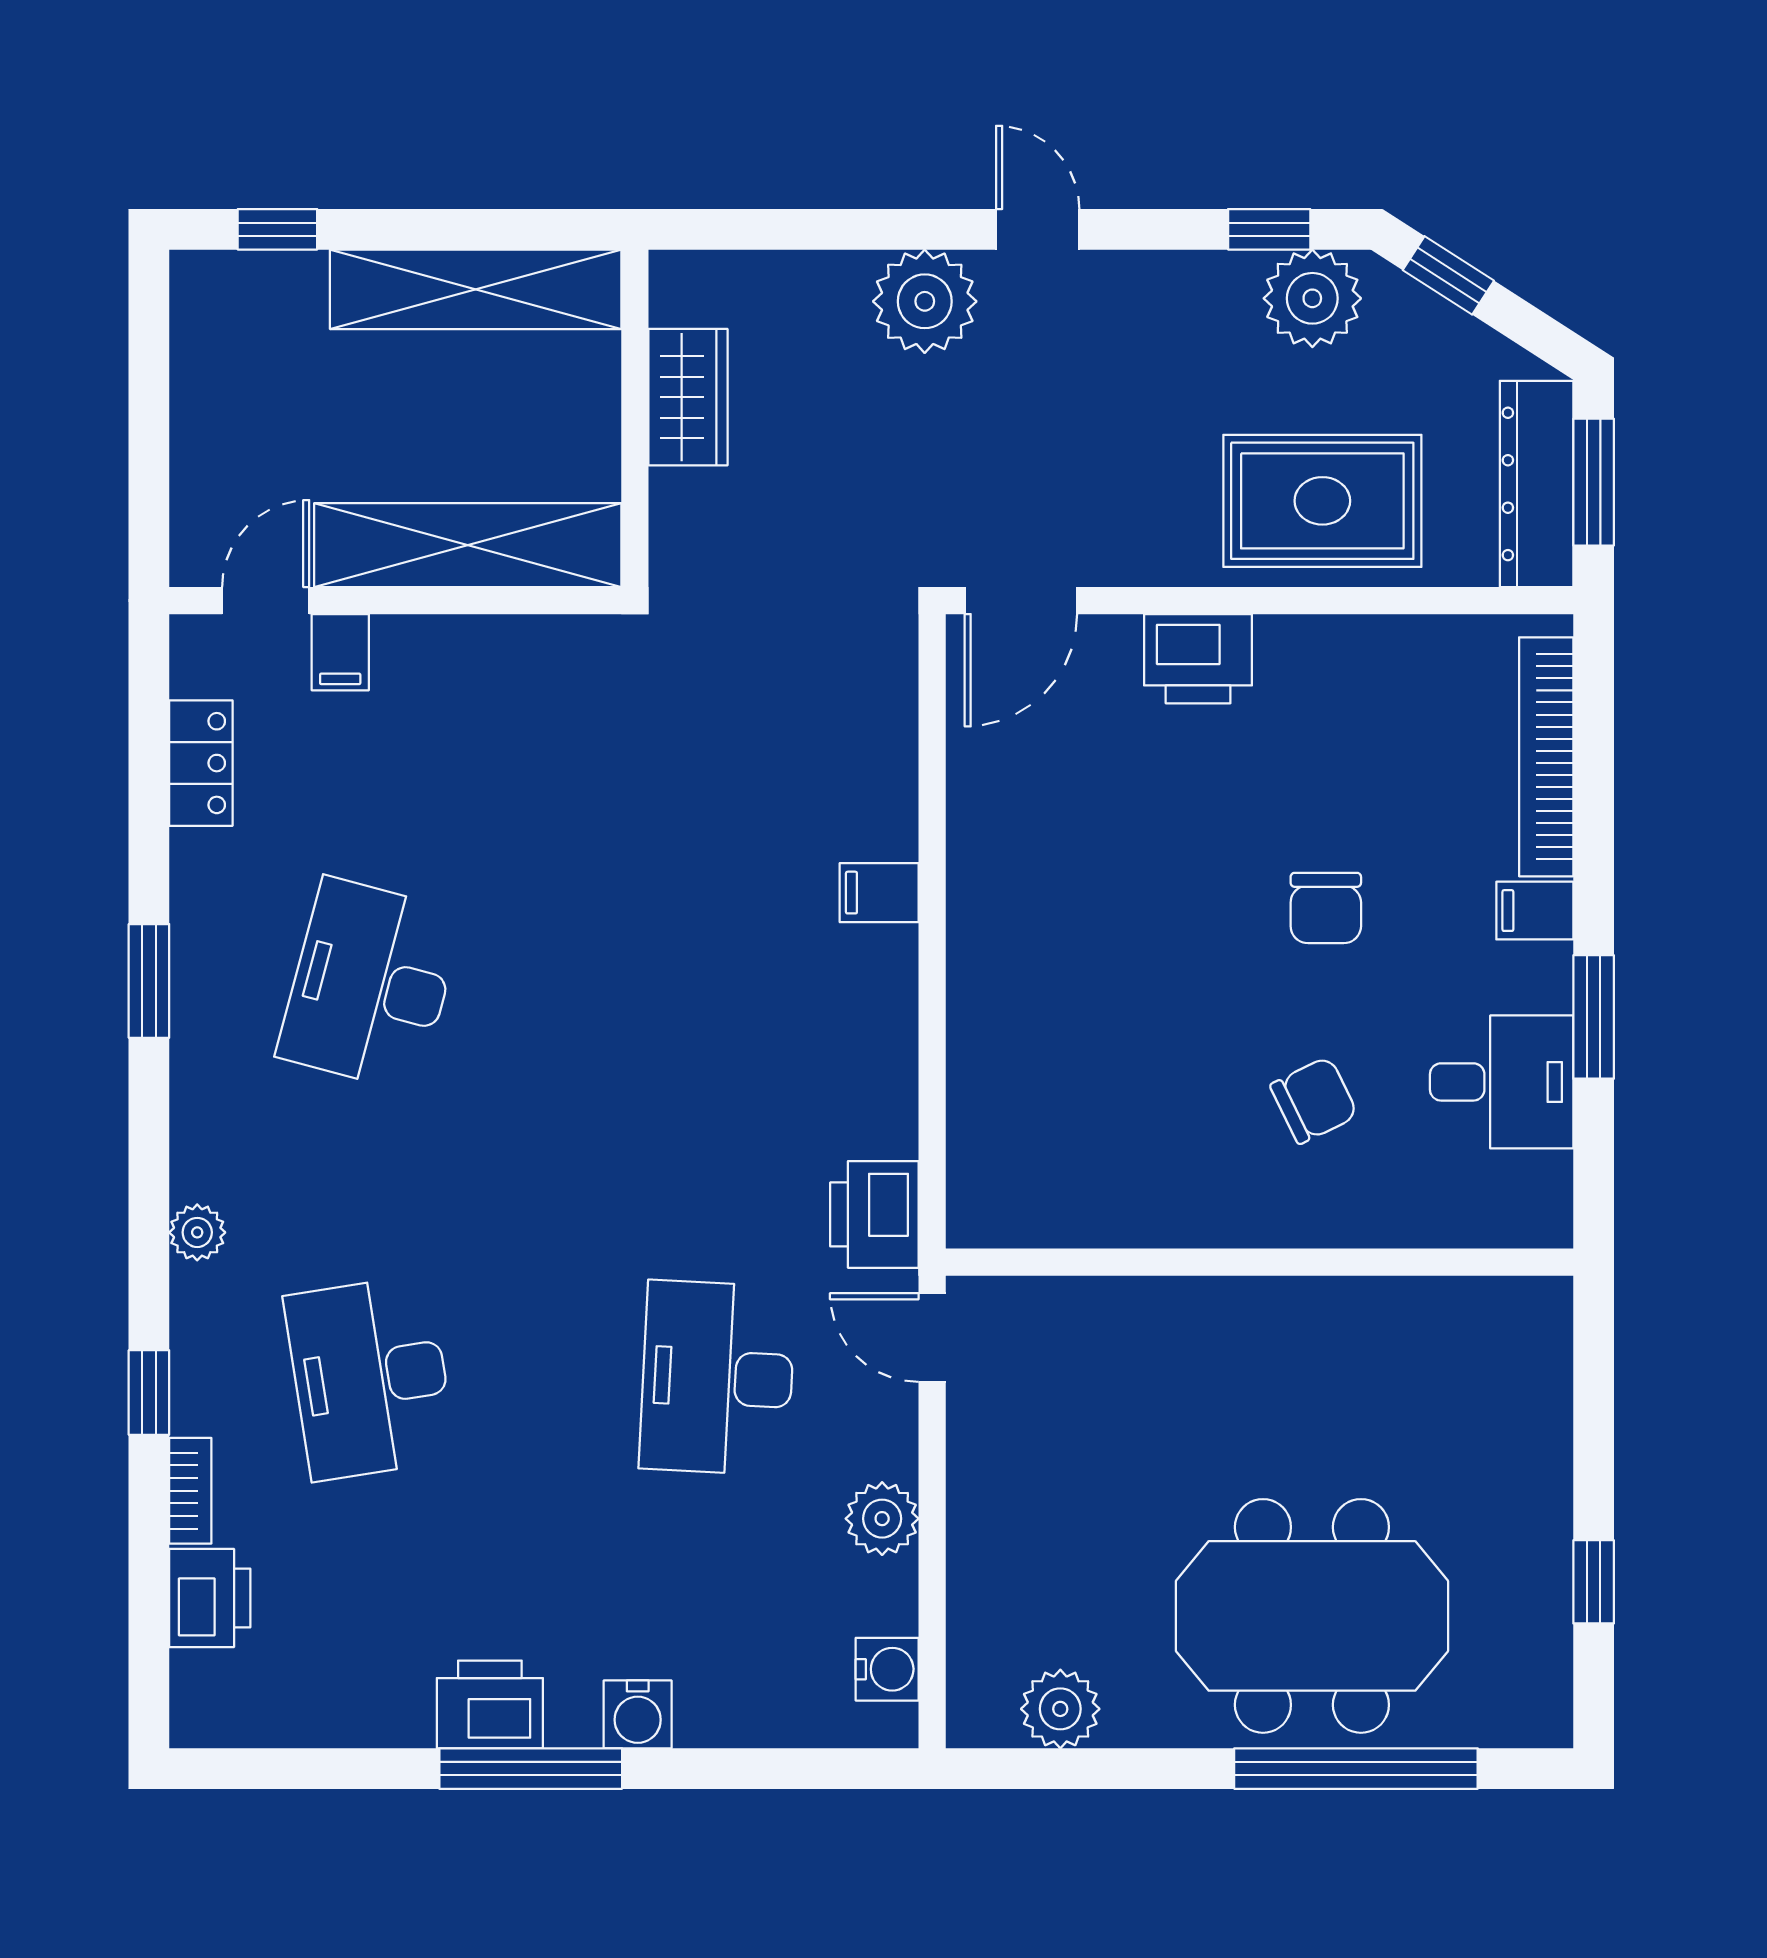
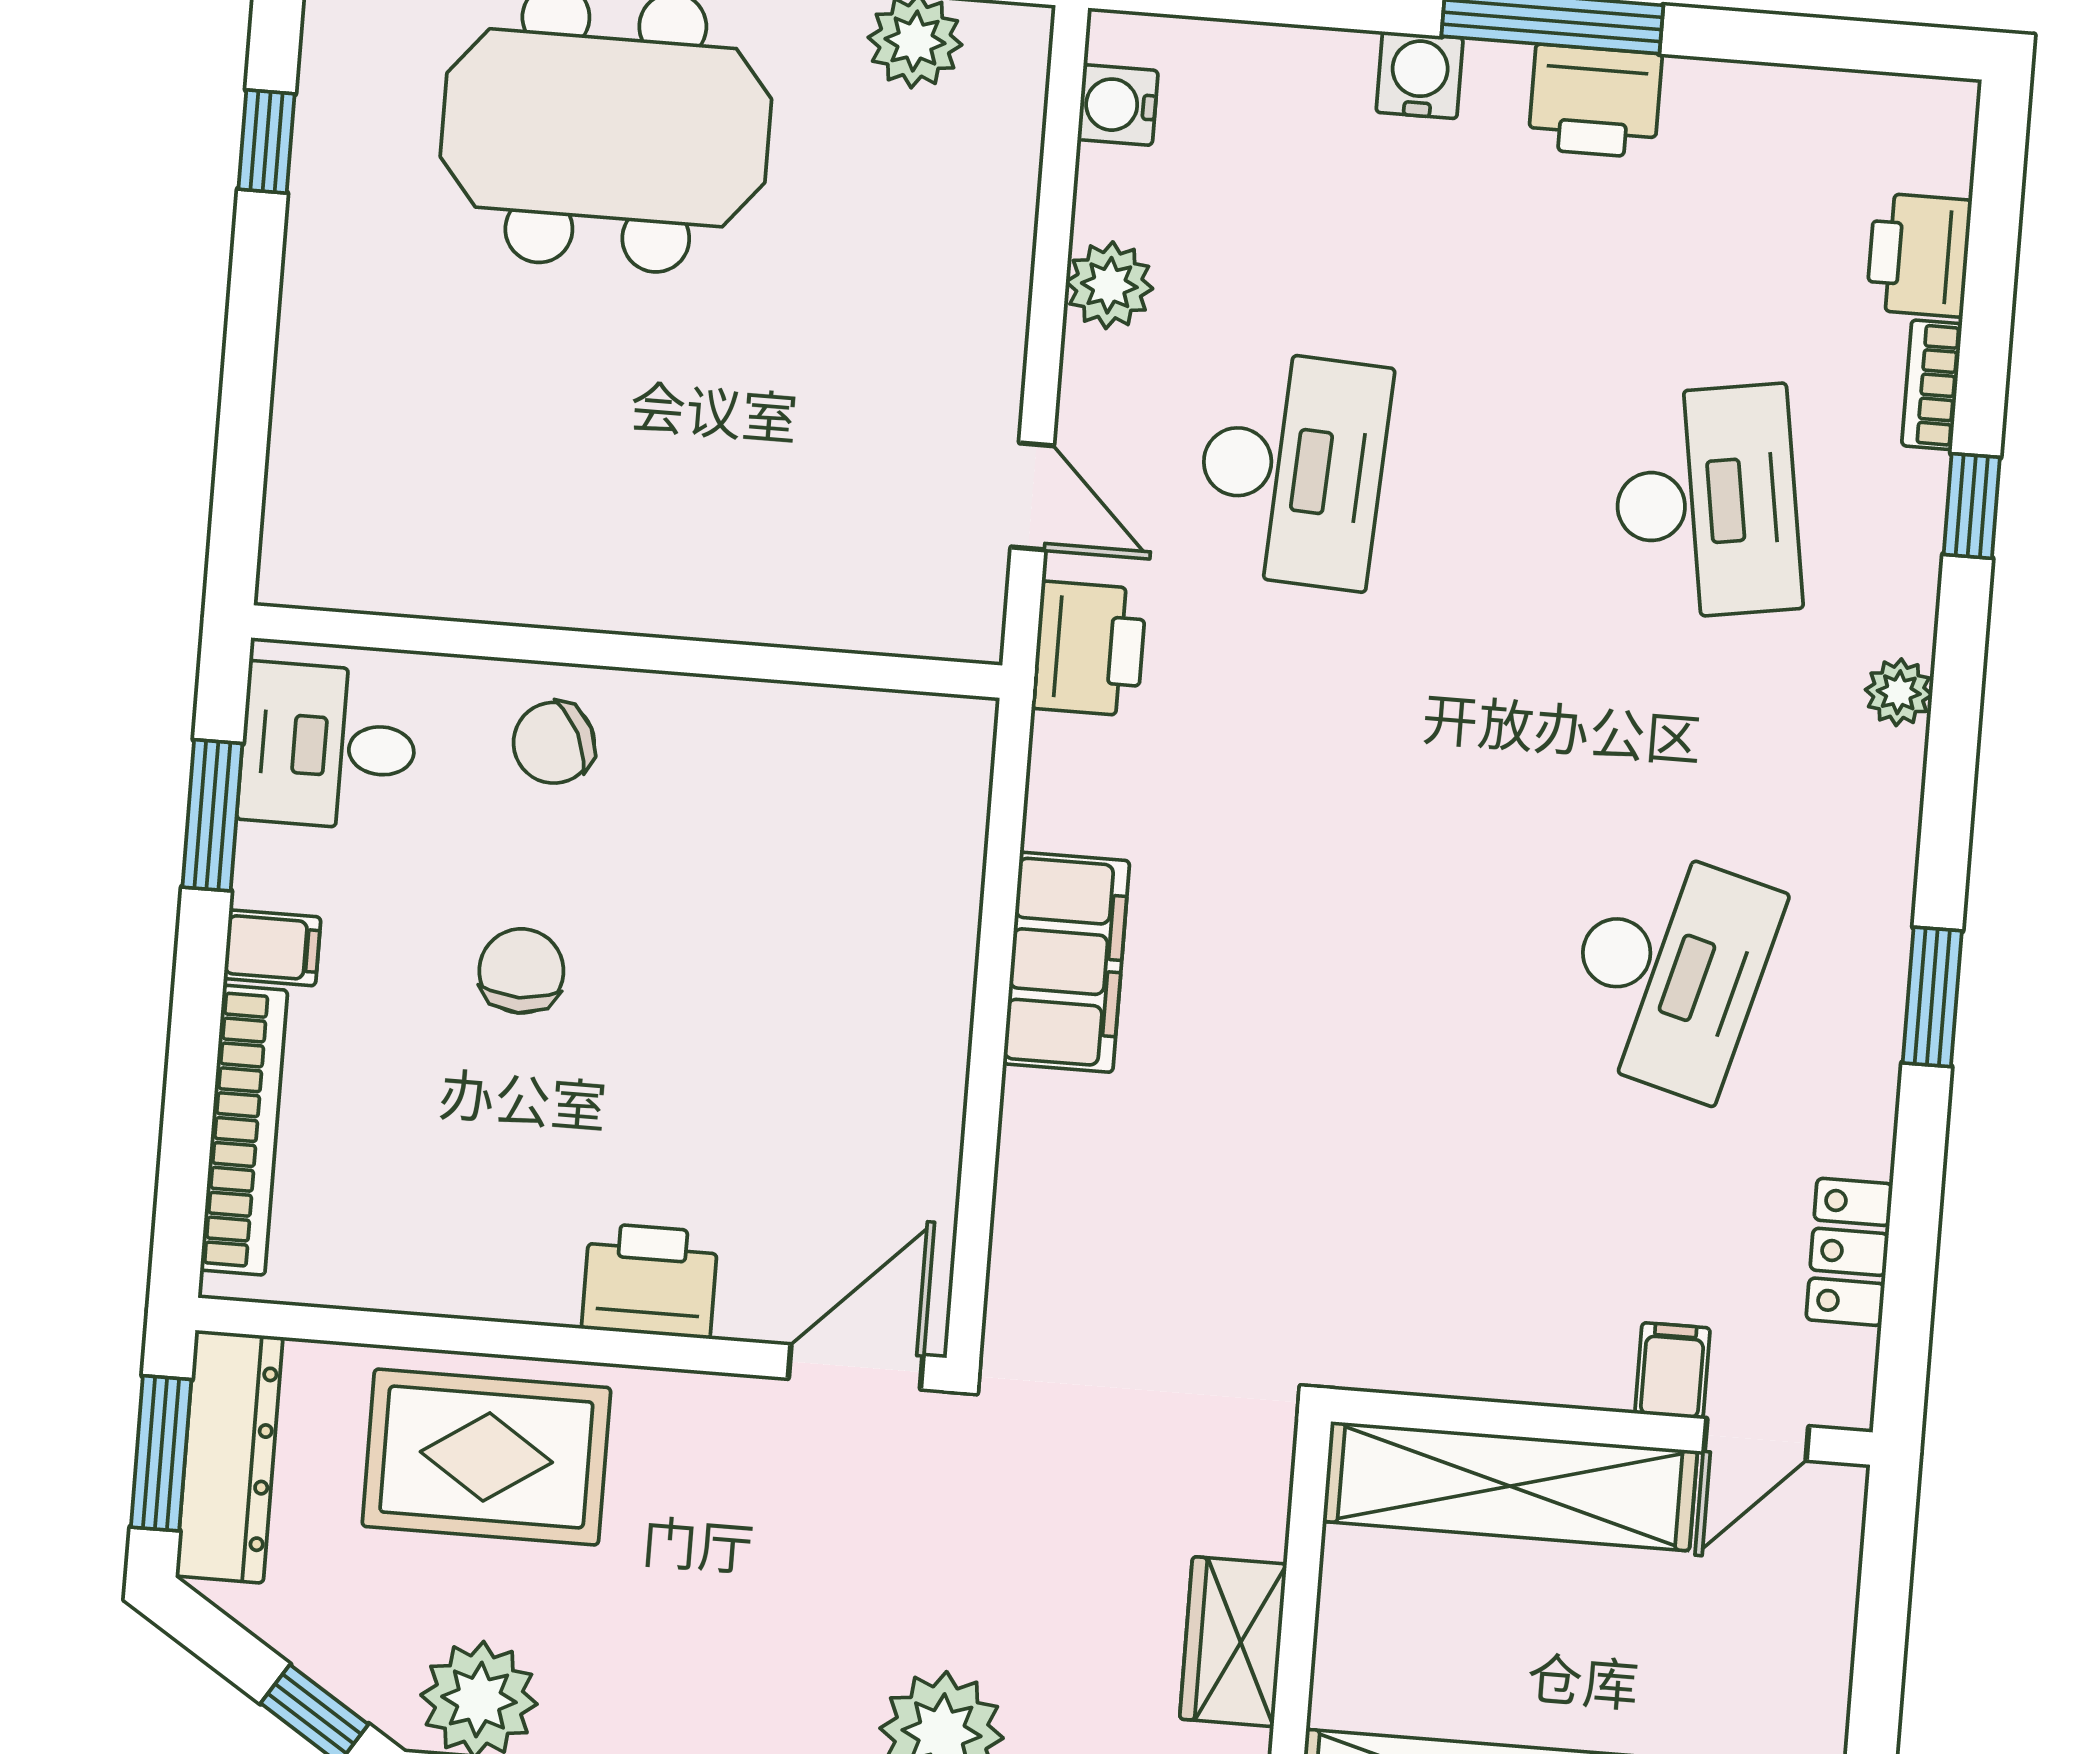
filing cabinet: (879, 893) -> (1066, 962), width x3.00, depth x1.17
wall: (1259, 1262) -> (627, 651), moved

